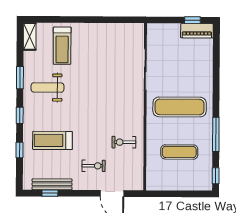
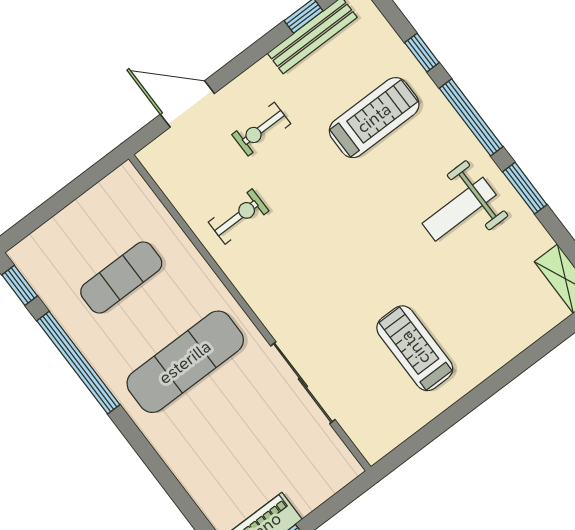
treadmill: (62, 46) -> (415, 348), moved
weight bench: (47, 87) -> (459, 209), turned 180
window: (20, 115) -> (471, 117), width x2.17
window: (216, 134) -> (78, 363), width x1.46

